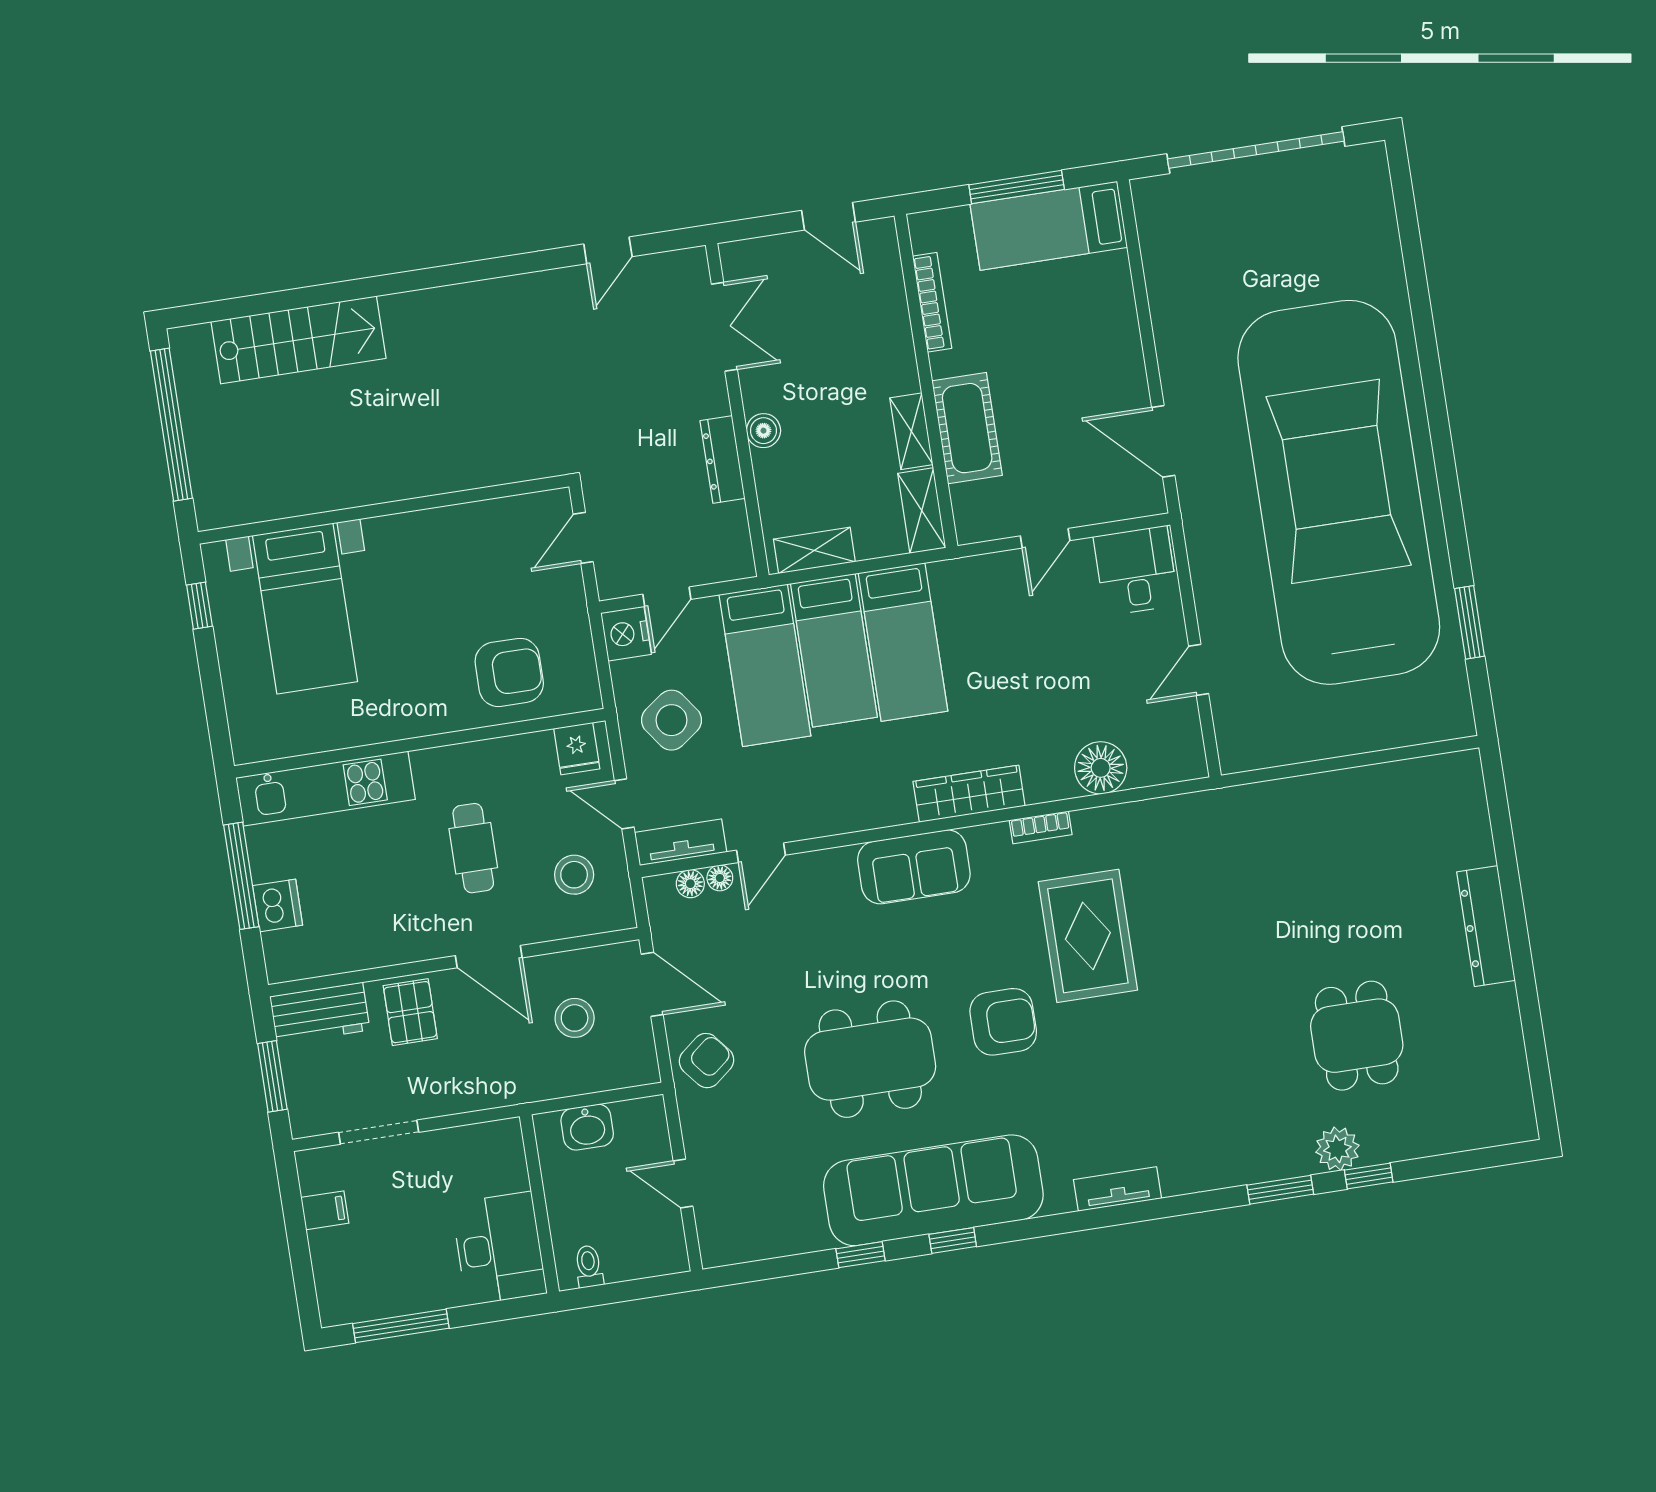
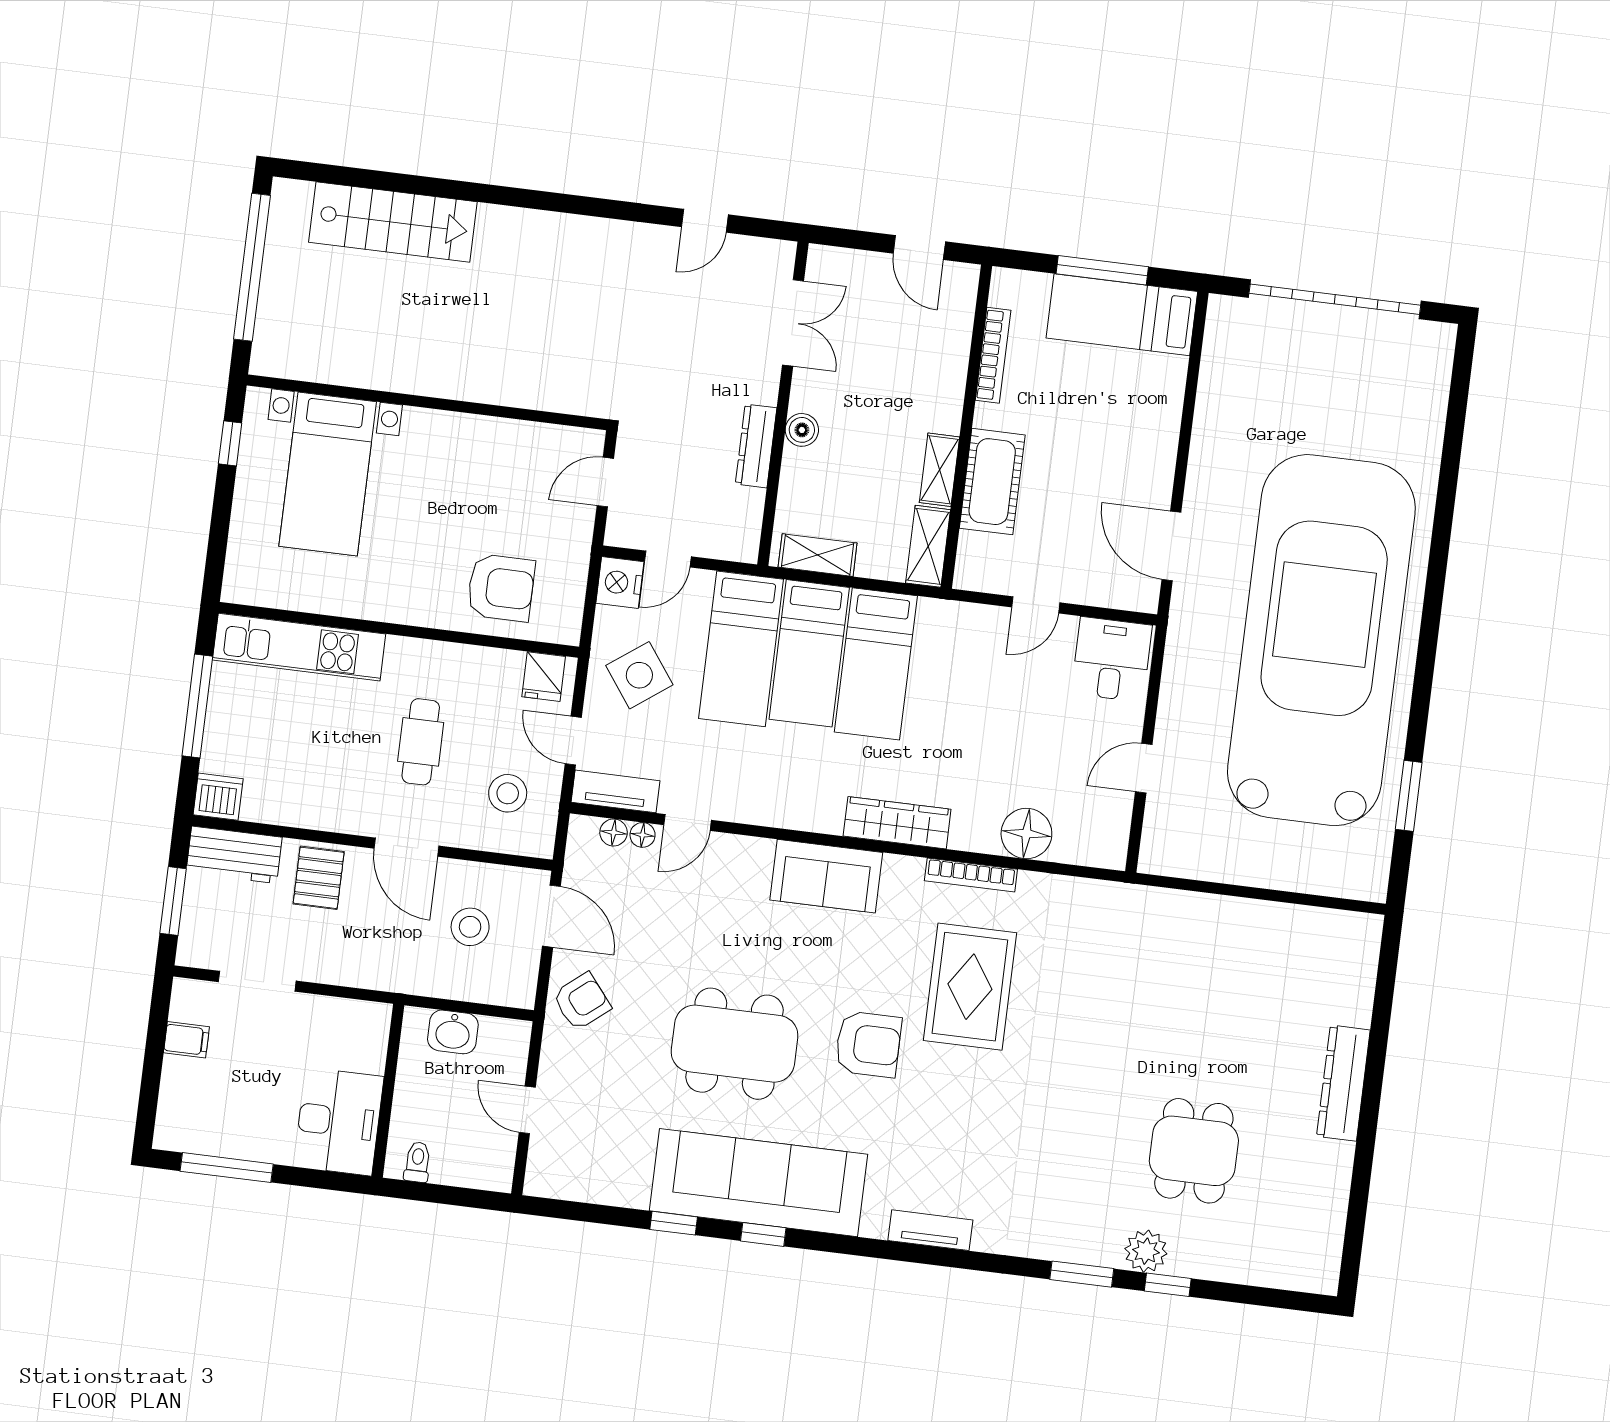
bookcase: (1041, 827) -> (971, 875), width x1.56
dishwasher: (278, 905) -> (218, 797), moved, turned -90

